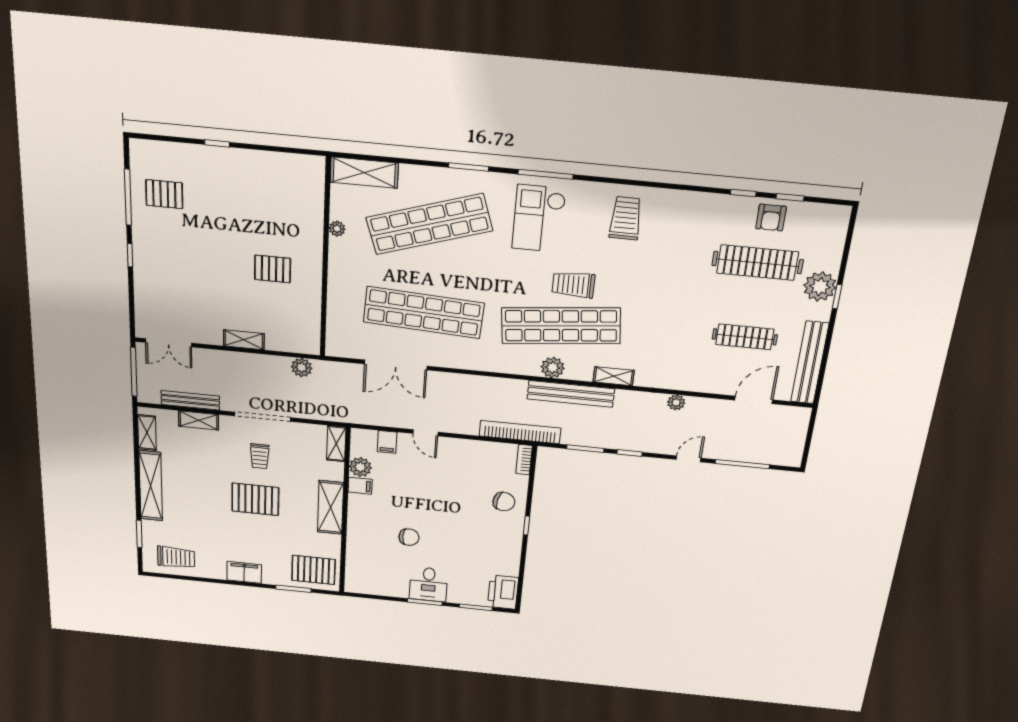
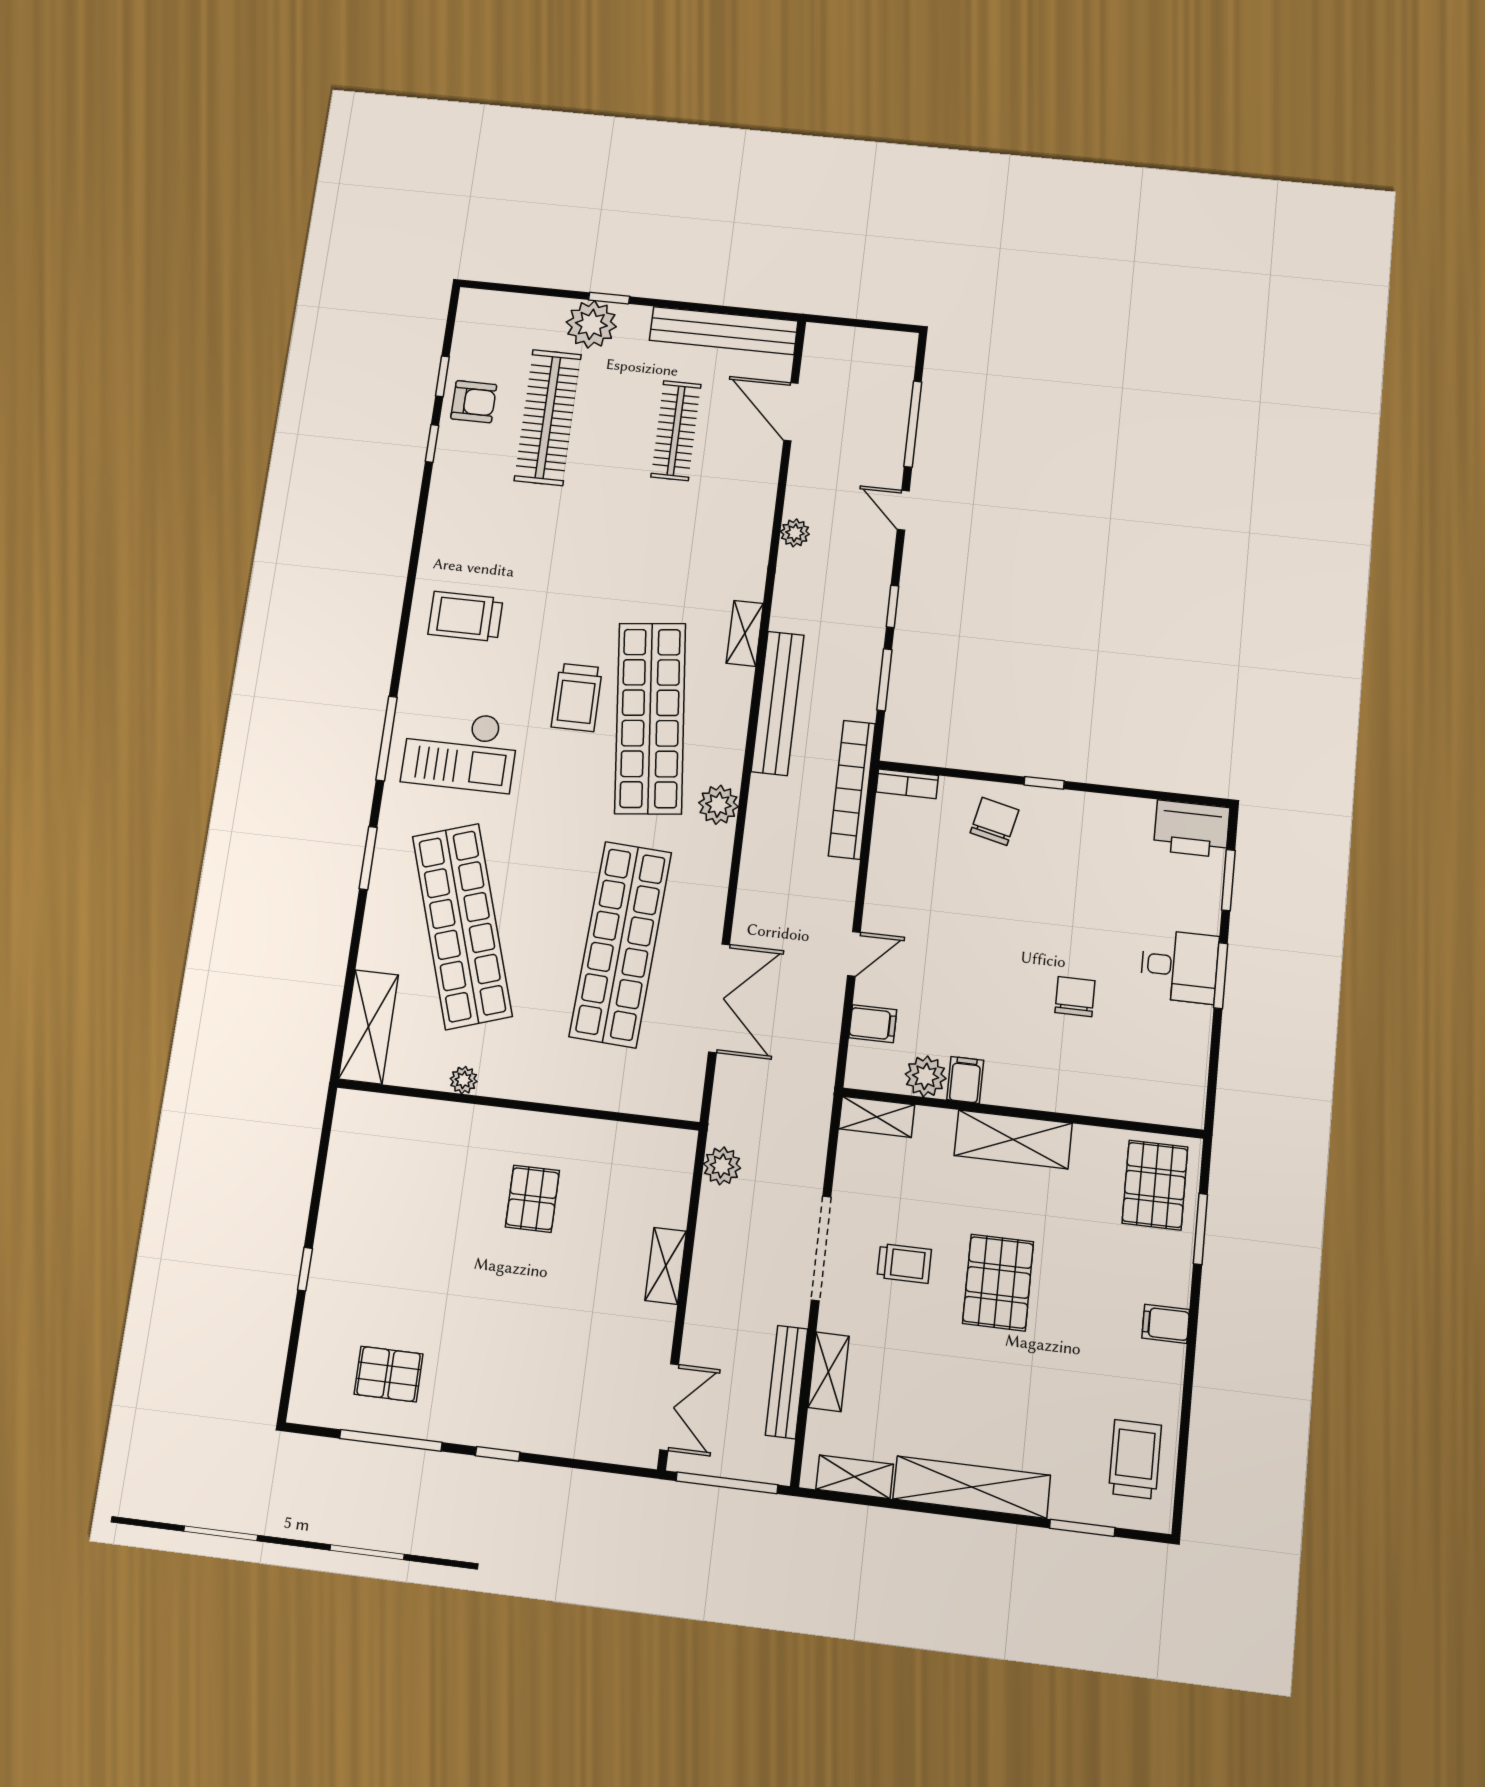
pallet: (164, 194) -> (389, 1374), turned 90
plant: (553, 368) -> (718, 805), moved
filing cabinet: (244, 572) -> (1166, 1324), width x0.50

